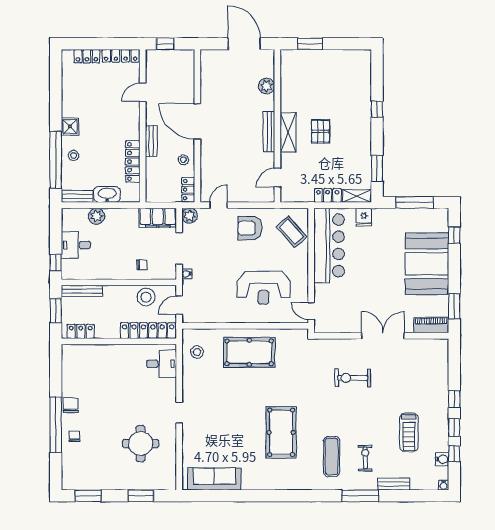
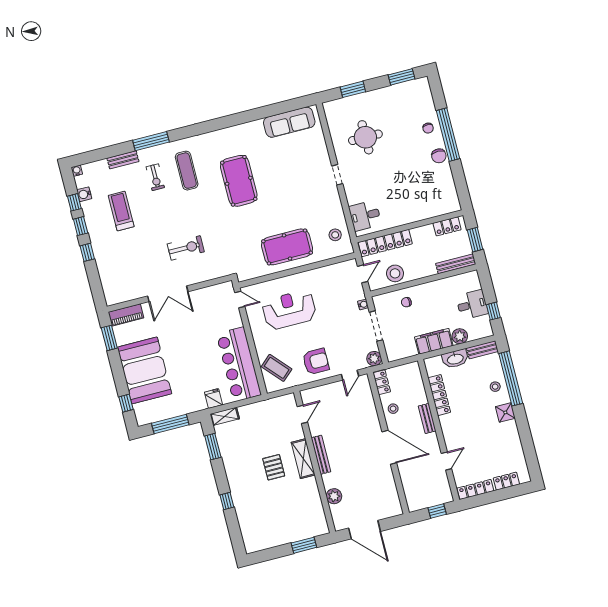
locker: (328, 195) -> (252, 410), removed
filing cabinet: (158, 218) -> (434, 341), moved
window: (56, 262) -> (493, 311), moved

